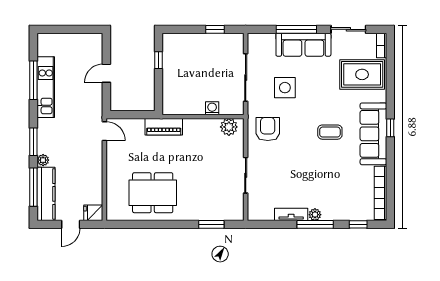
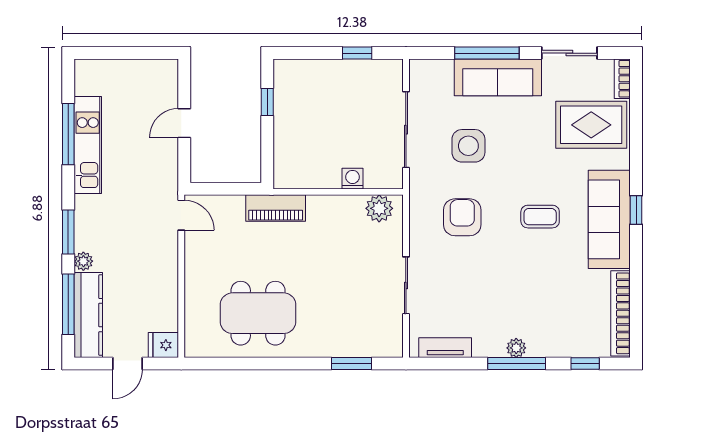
armchair: (268, 129) -> (462, 217), moved
tv unit: (291, 214) -> (445, 348), moved

